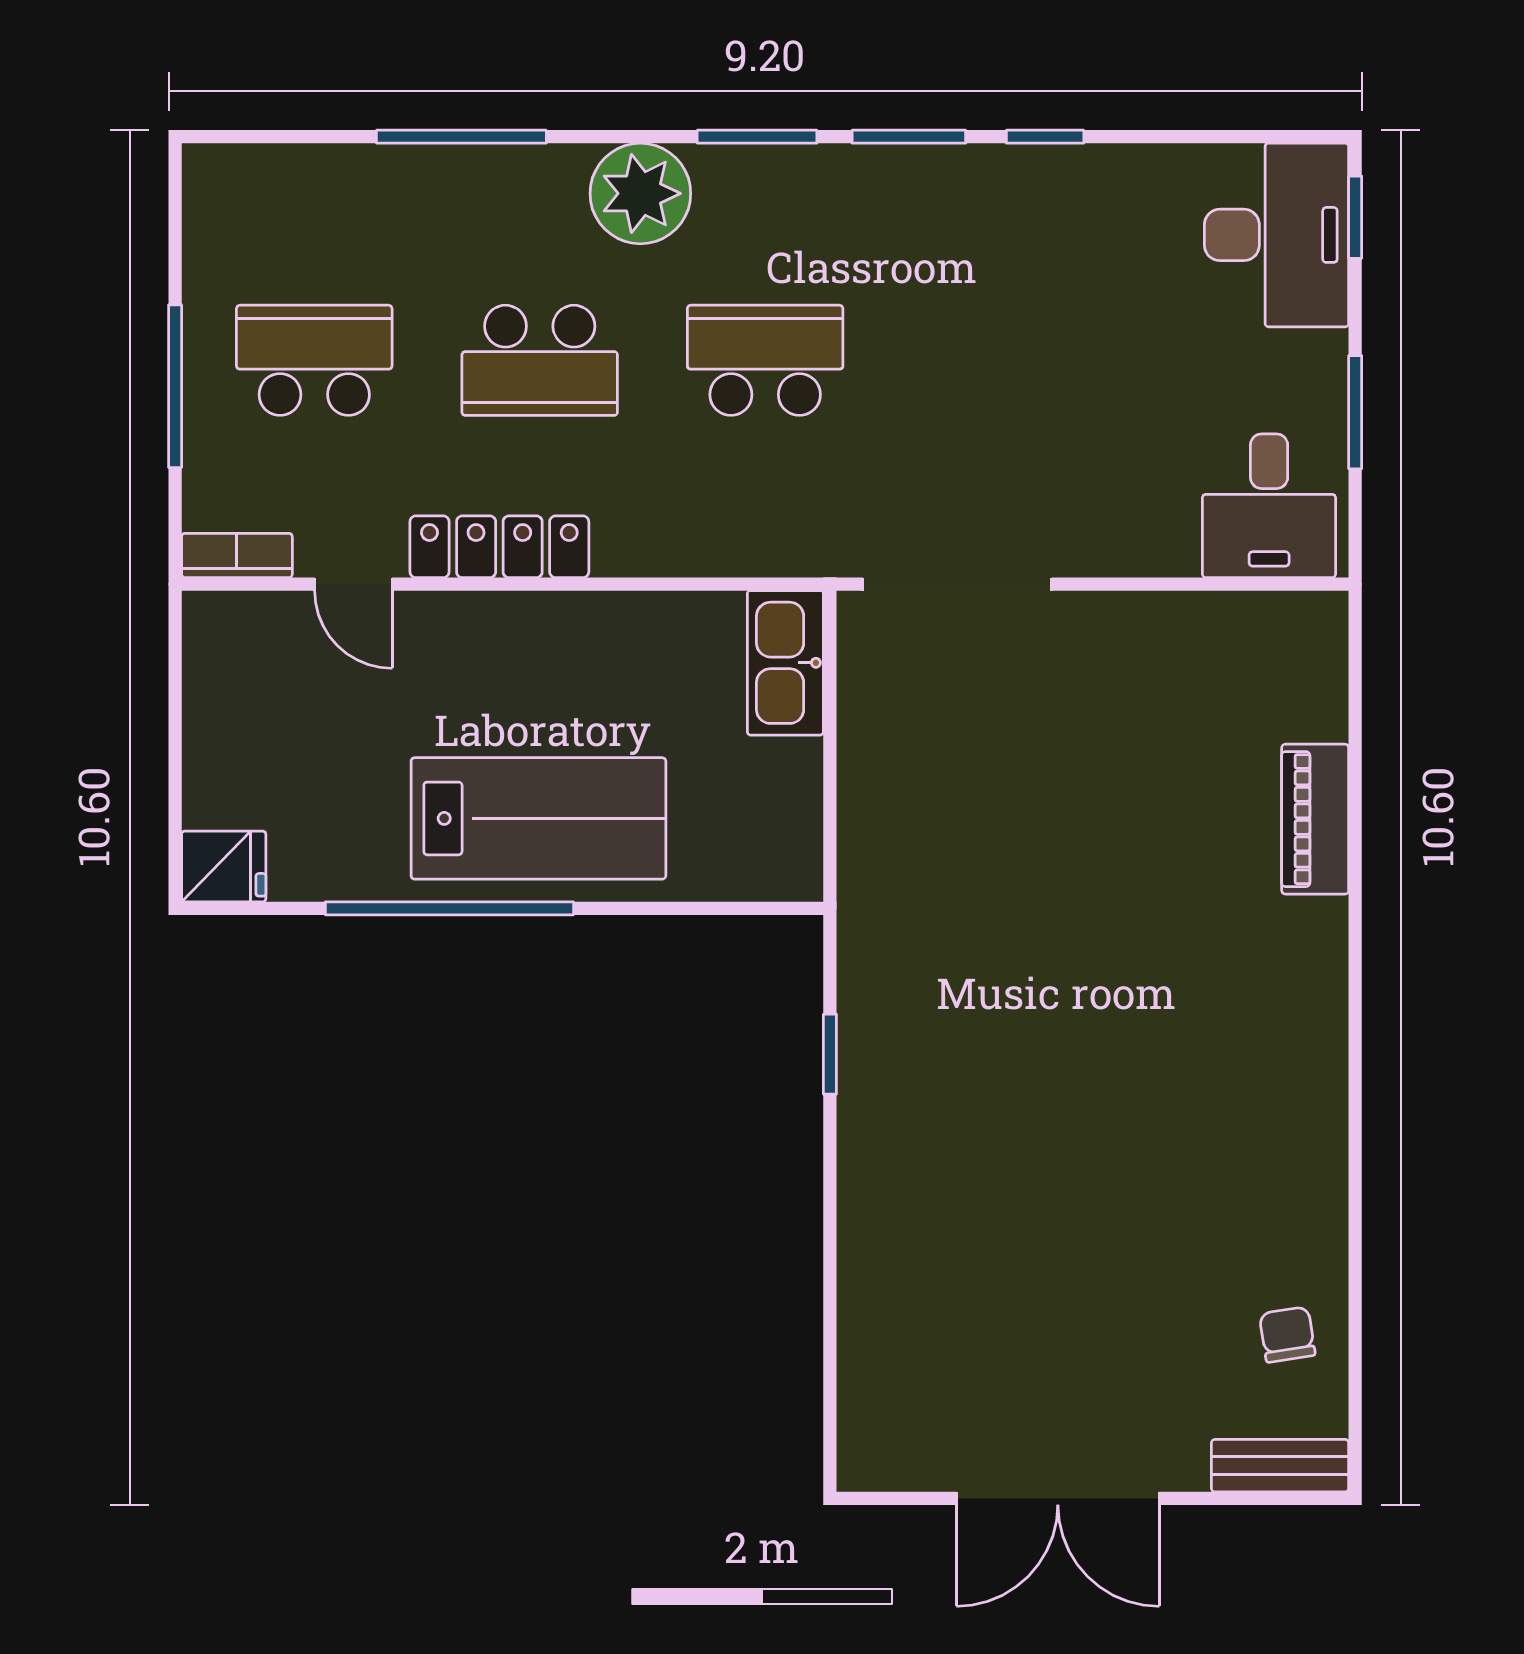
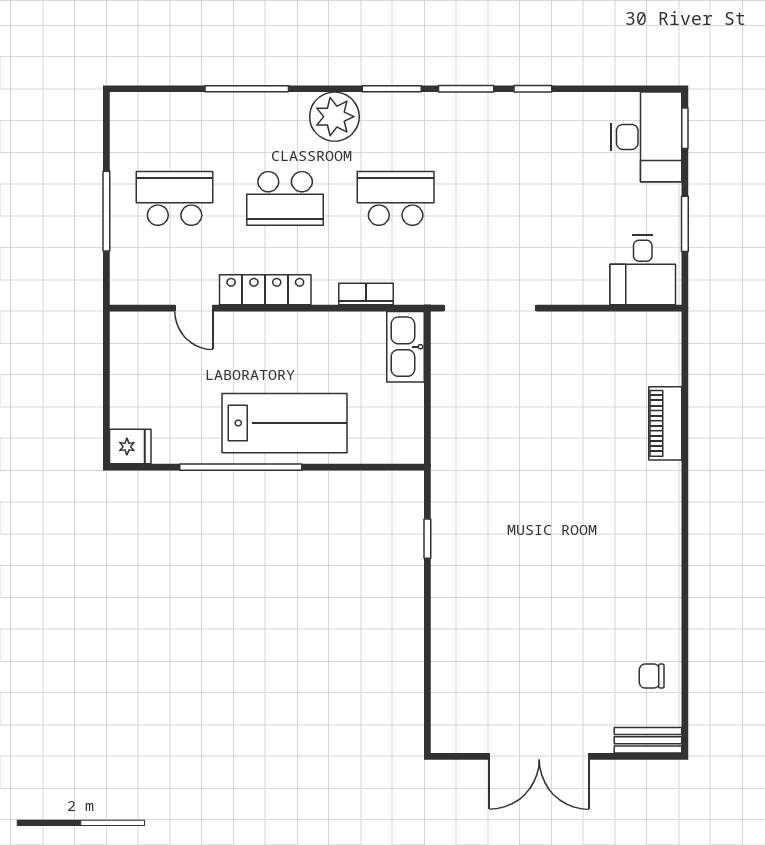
bookcase: (237, 555) -> (366, 294), moved
chair: (1287, 1335) -> (652, 676), turned -81

